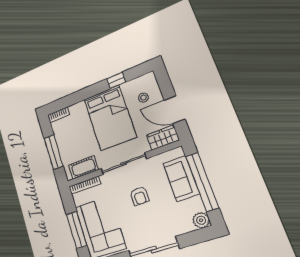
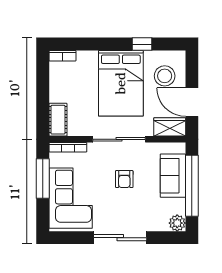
stool: (143, 98) -> (165, 76), width x1.89, depth x1.89
window: (54, 152) -> (43, 97), removed
cot: (84, 167) -> (58, 120), moved, turned 90
window: (77, 230) -> (43, 179), moved

